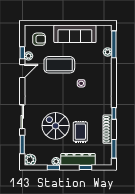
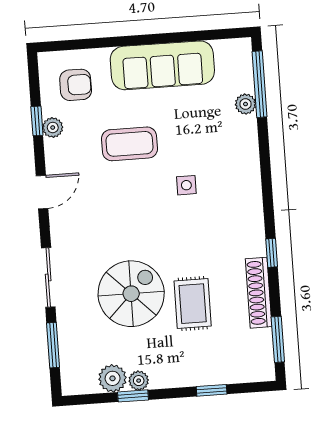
coffee table: (59, 65) -> (129, 144), width x0.73, depth x0.76
door: (22, 71) -> (42, 192), moved
spiral stairs: (56, 126) -> (131, 294), turned 90
dresser: (78, 159) -> (192, 372), removed
plant: (30, 160) -> (113, 378), moved

